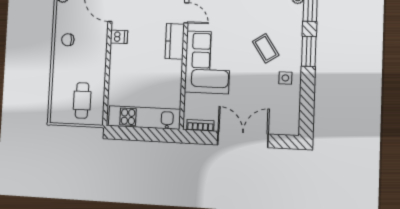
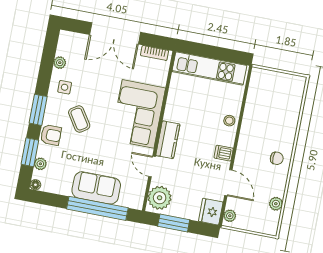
armchair: (292, 28) -> (51, 135), added
stool: (118, 69) -> (229, 121), added
cafe table: (82, 100) -> (270, 95), removed
plant: (294, 102) -> (60, 63), added

